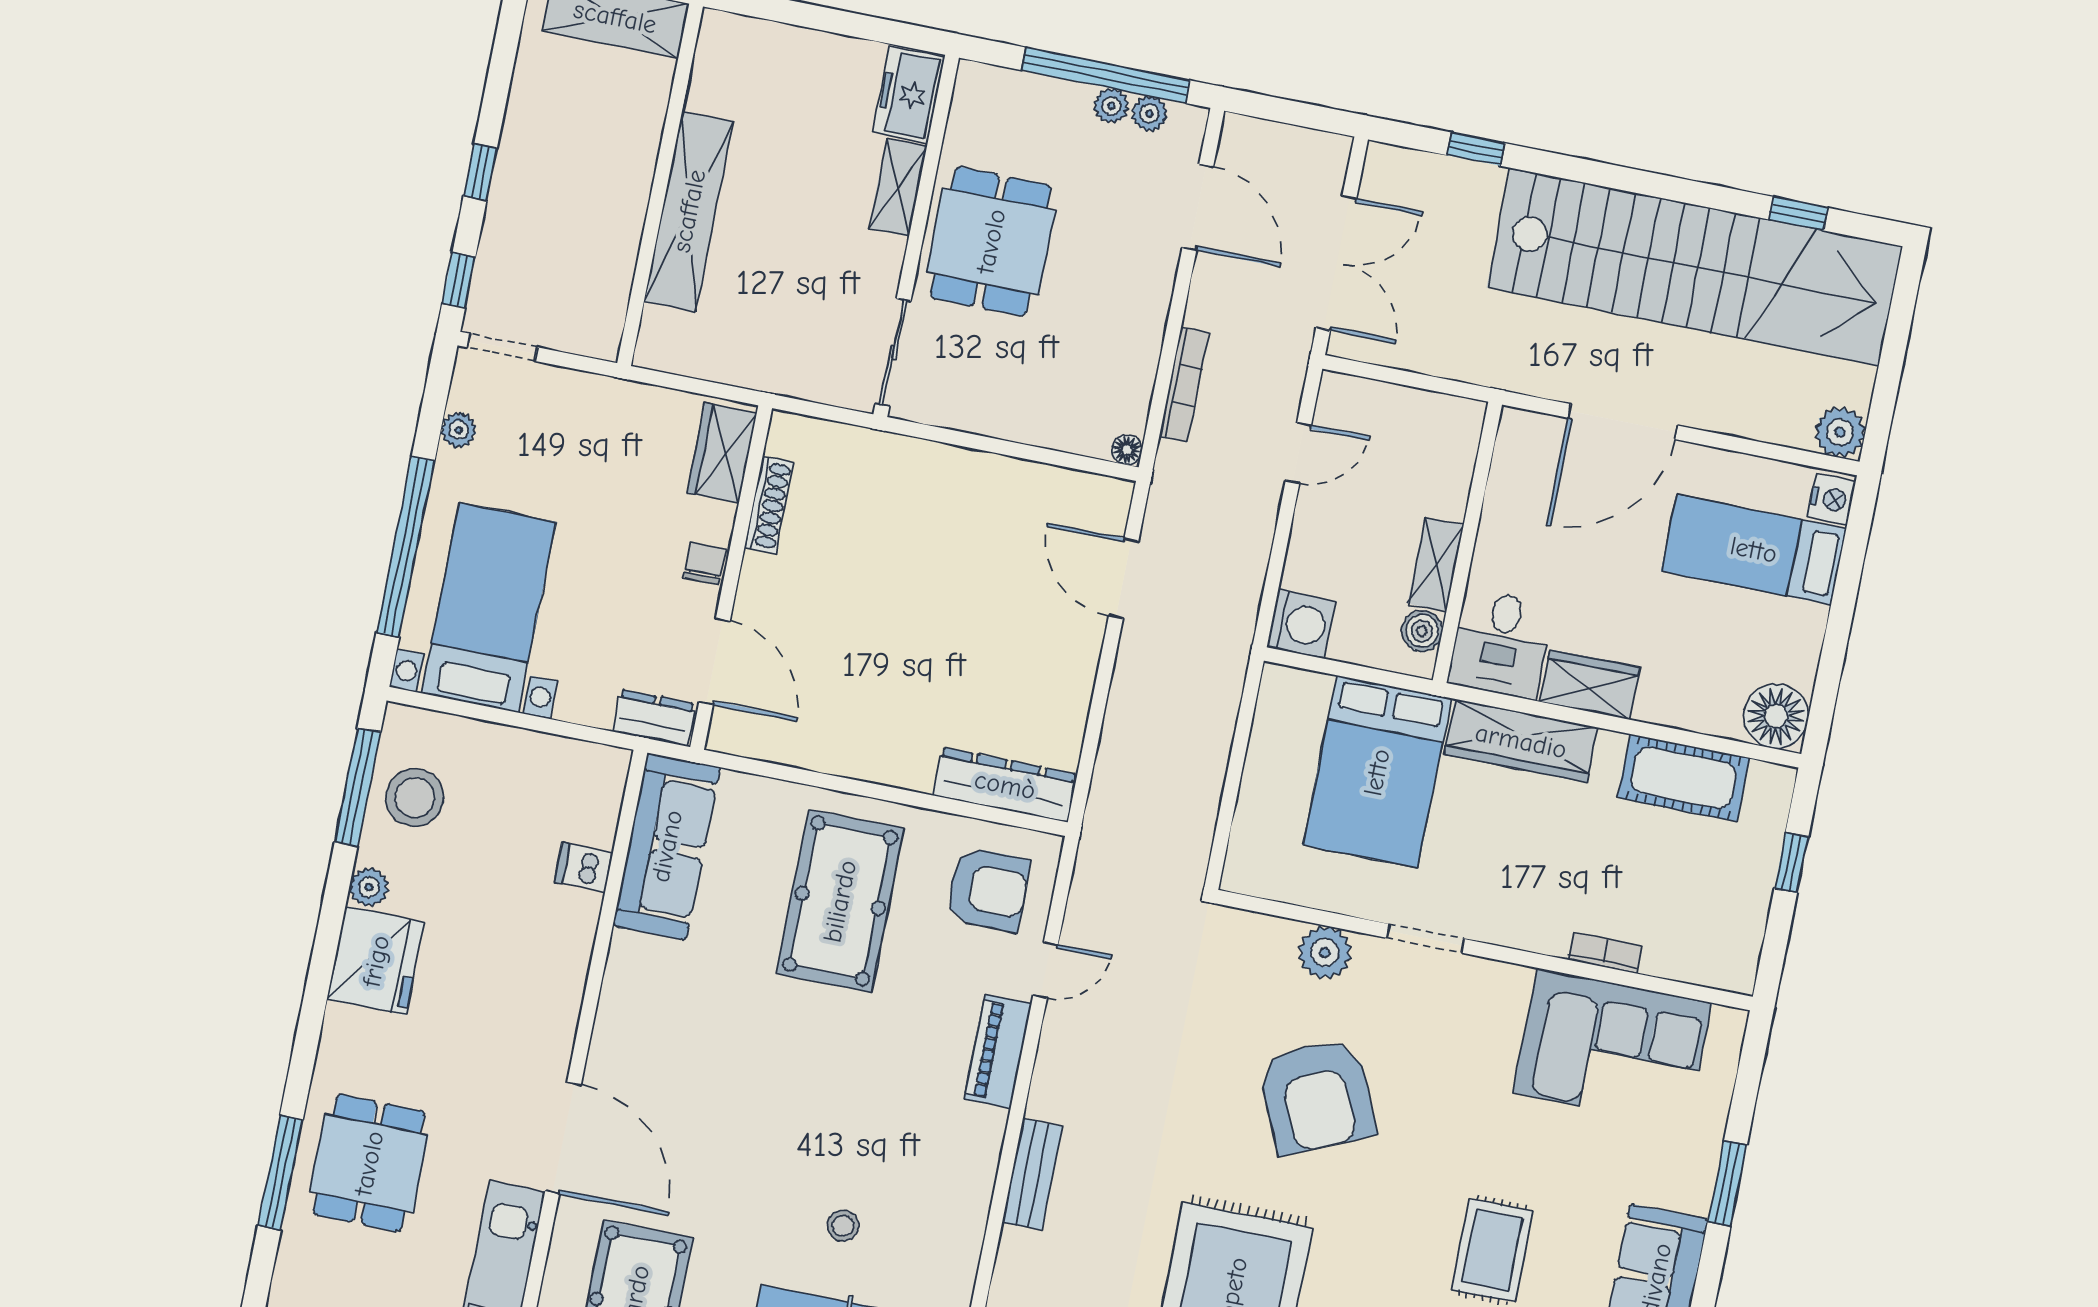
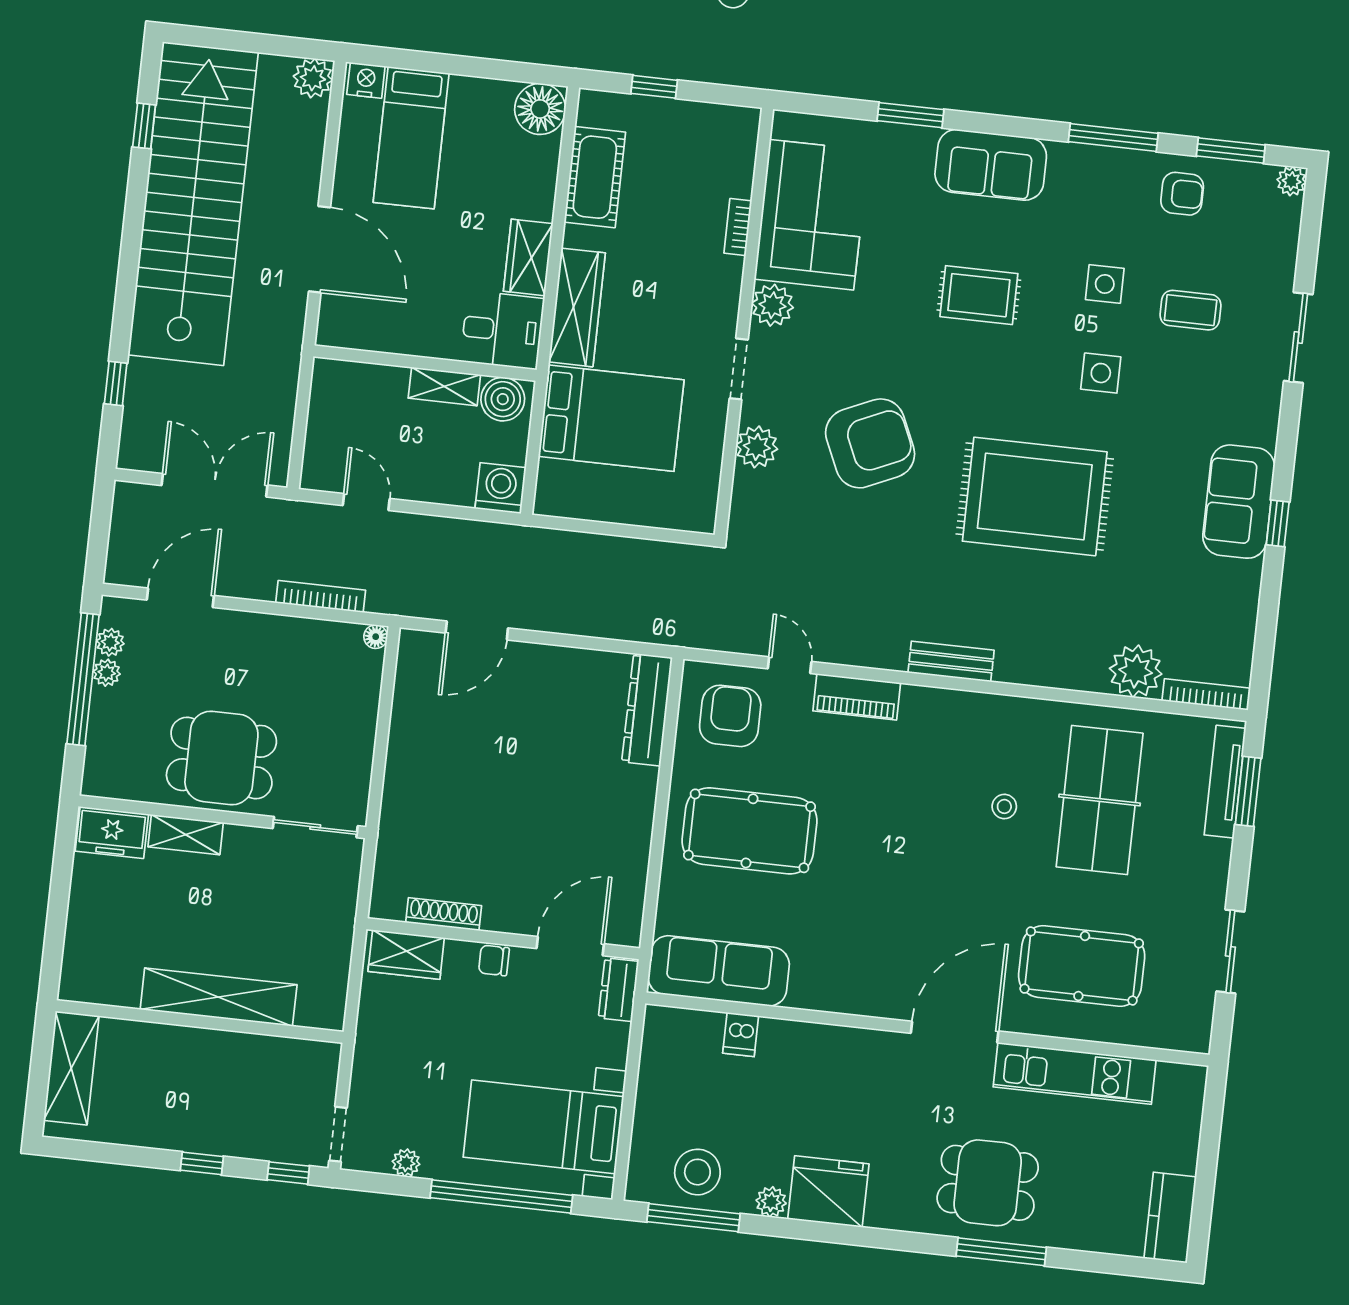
boiler: (1422, 631) -> (503, 399), width x1.36, depth x1.36
plant: (1502, 988) -> (772, 305), added

